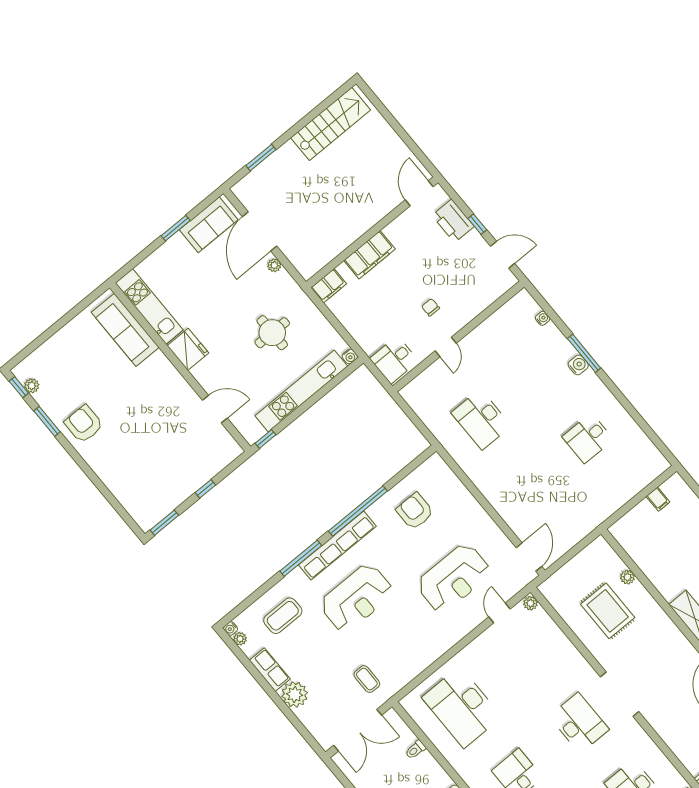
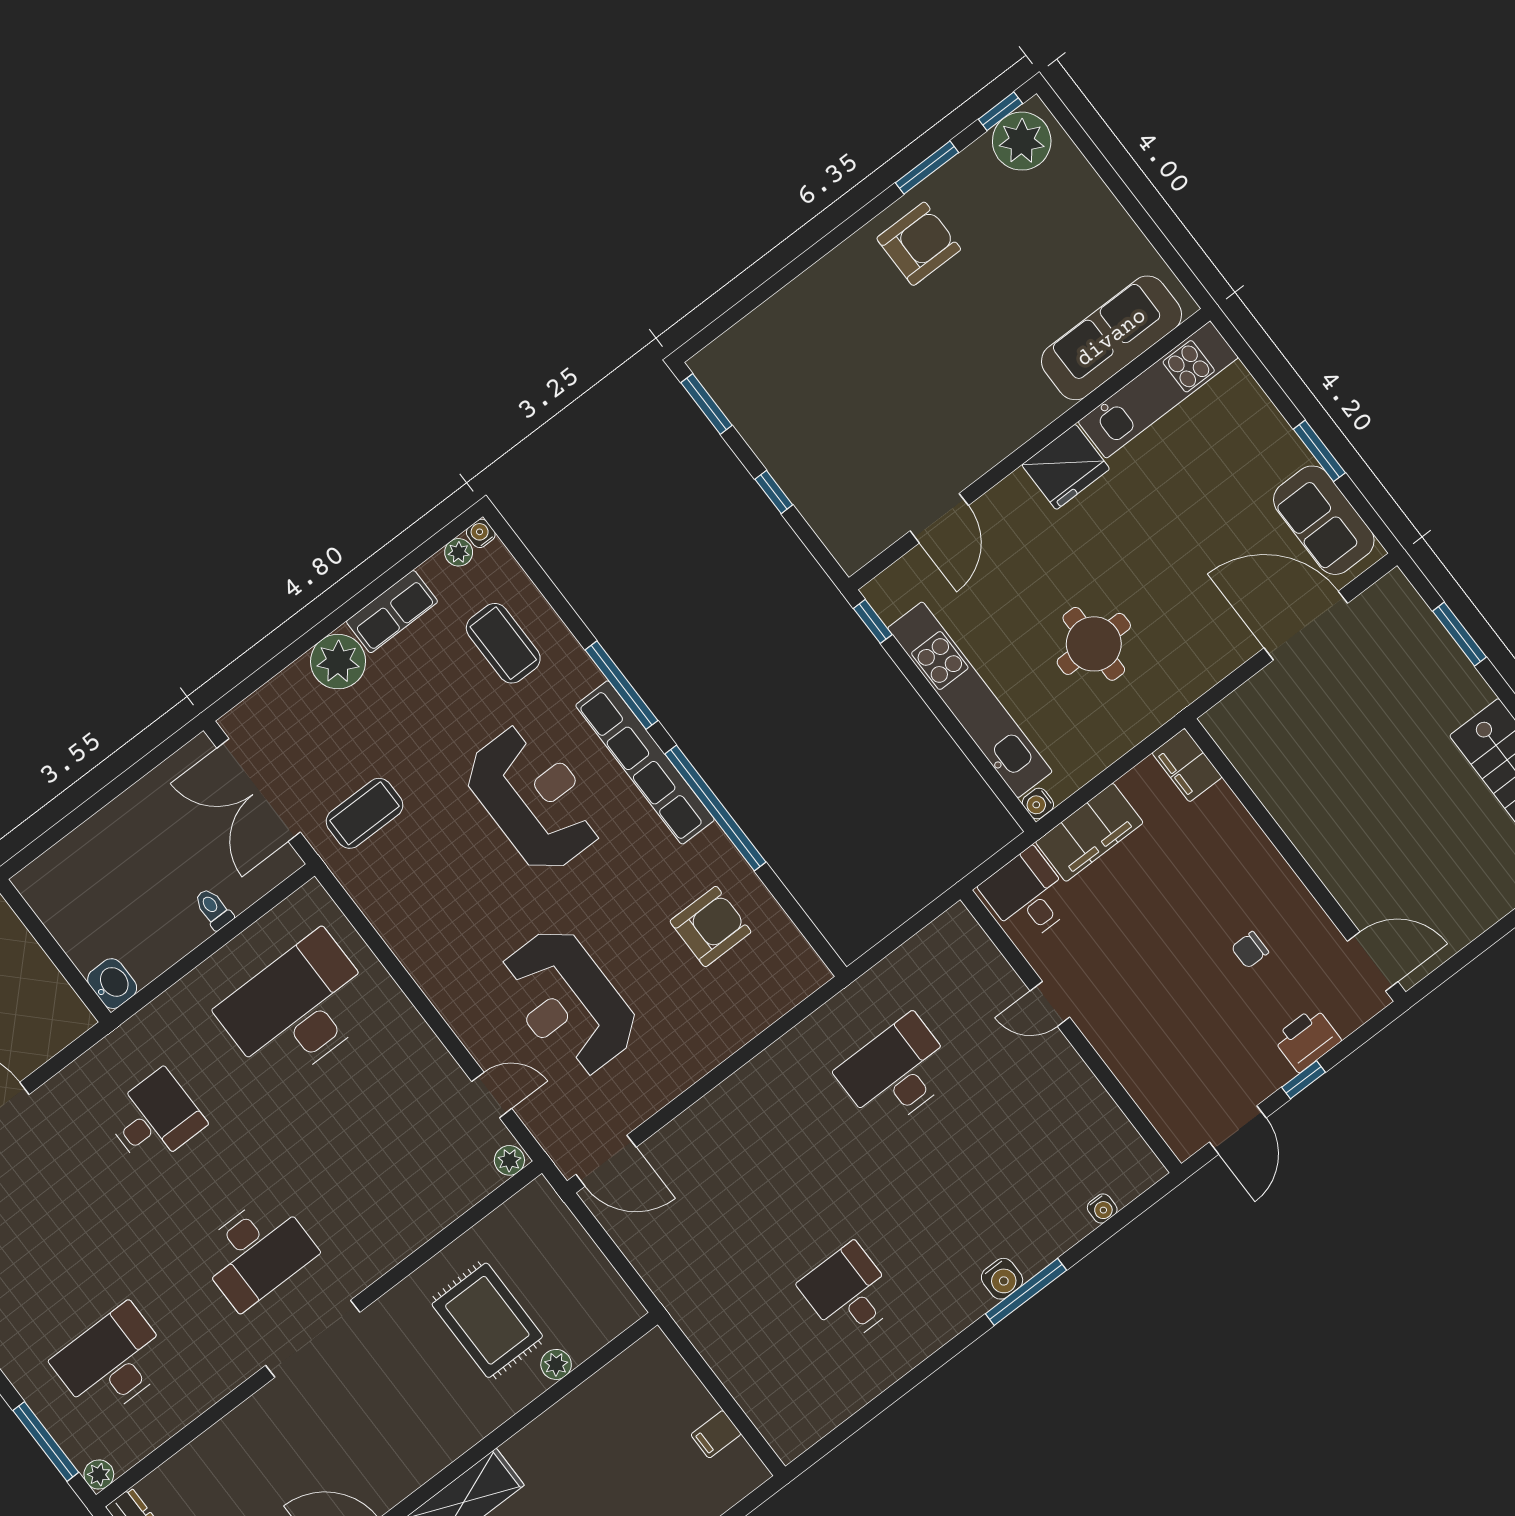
printer: (453, 221) -> (1307, 1039), width x0.73, depth x0.84
filing cabinet: (369, 255) -> (1089, 832), moved, turned -90
plant: (274, 265) -> (1234, 653), removed
chair: (431, 307) -> (1250, 950), moved, turned 180
plant: (32, 386) -> (1022, 141), width x1.87, depth x1.87
reception desk: (356, 598) -> (534, 798), turned 180
rug: (608, 611) -> (487, 1320), turned 90
coffee table: (367, 679) -> (364, 813), width x1.36, depth x1.30

